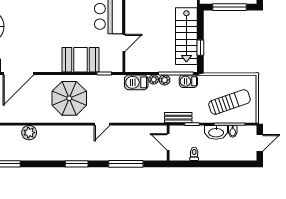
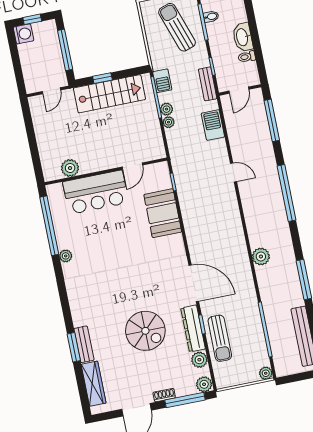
door: (124, 43) -> (132, 166), swing flipped
window: (200, 48) -> (102, 78), moved
barbecue: (136, 82) -> (213, 125), moved, turned 180
parasol: (69, 98) -> (211, 217), removed
washbasin: (216, 132) -> (243, 37), moved, turned 180
window: (77, 164) -> (286, 193), width x2.11
window: (126, 164) -> (272, 120), moved

